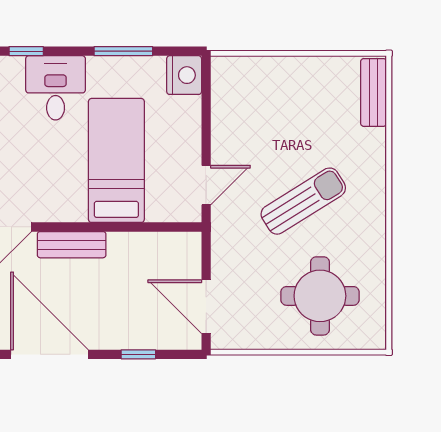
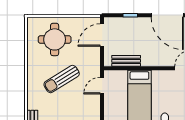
bench: (72, 245) -> (126, 61), moved
door: (206, 307) -> (102, 35), swing flipped

